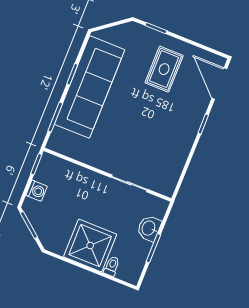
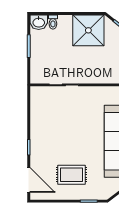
rug: (164, 69) -> (71, 175), turned 90
washbasin: (149, 228) -> (39, 22), moved, turned 90
shower: (90, 245) -> (88, 30), moved

